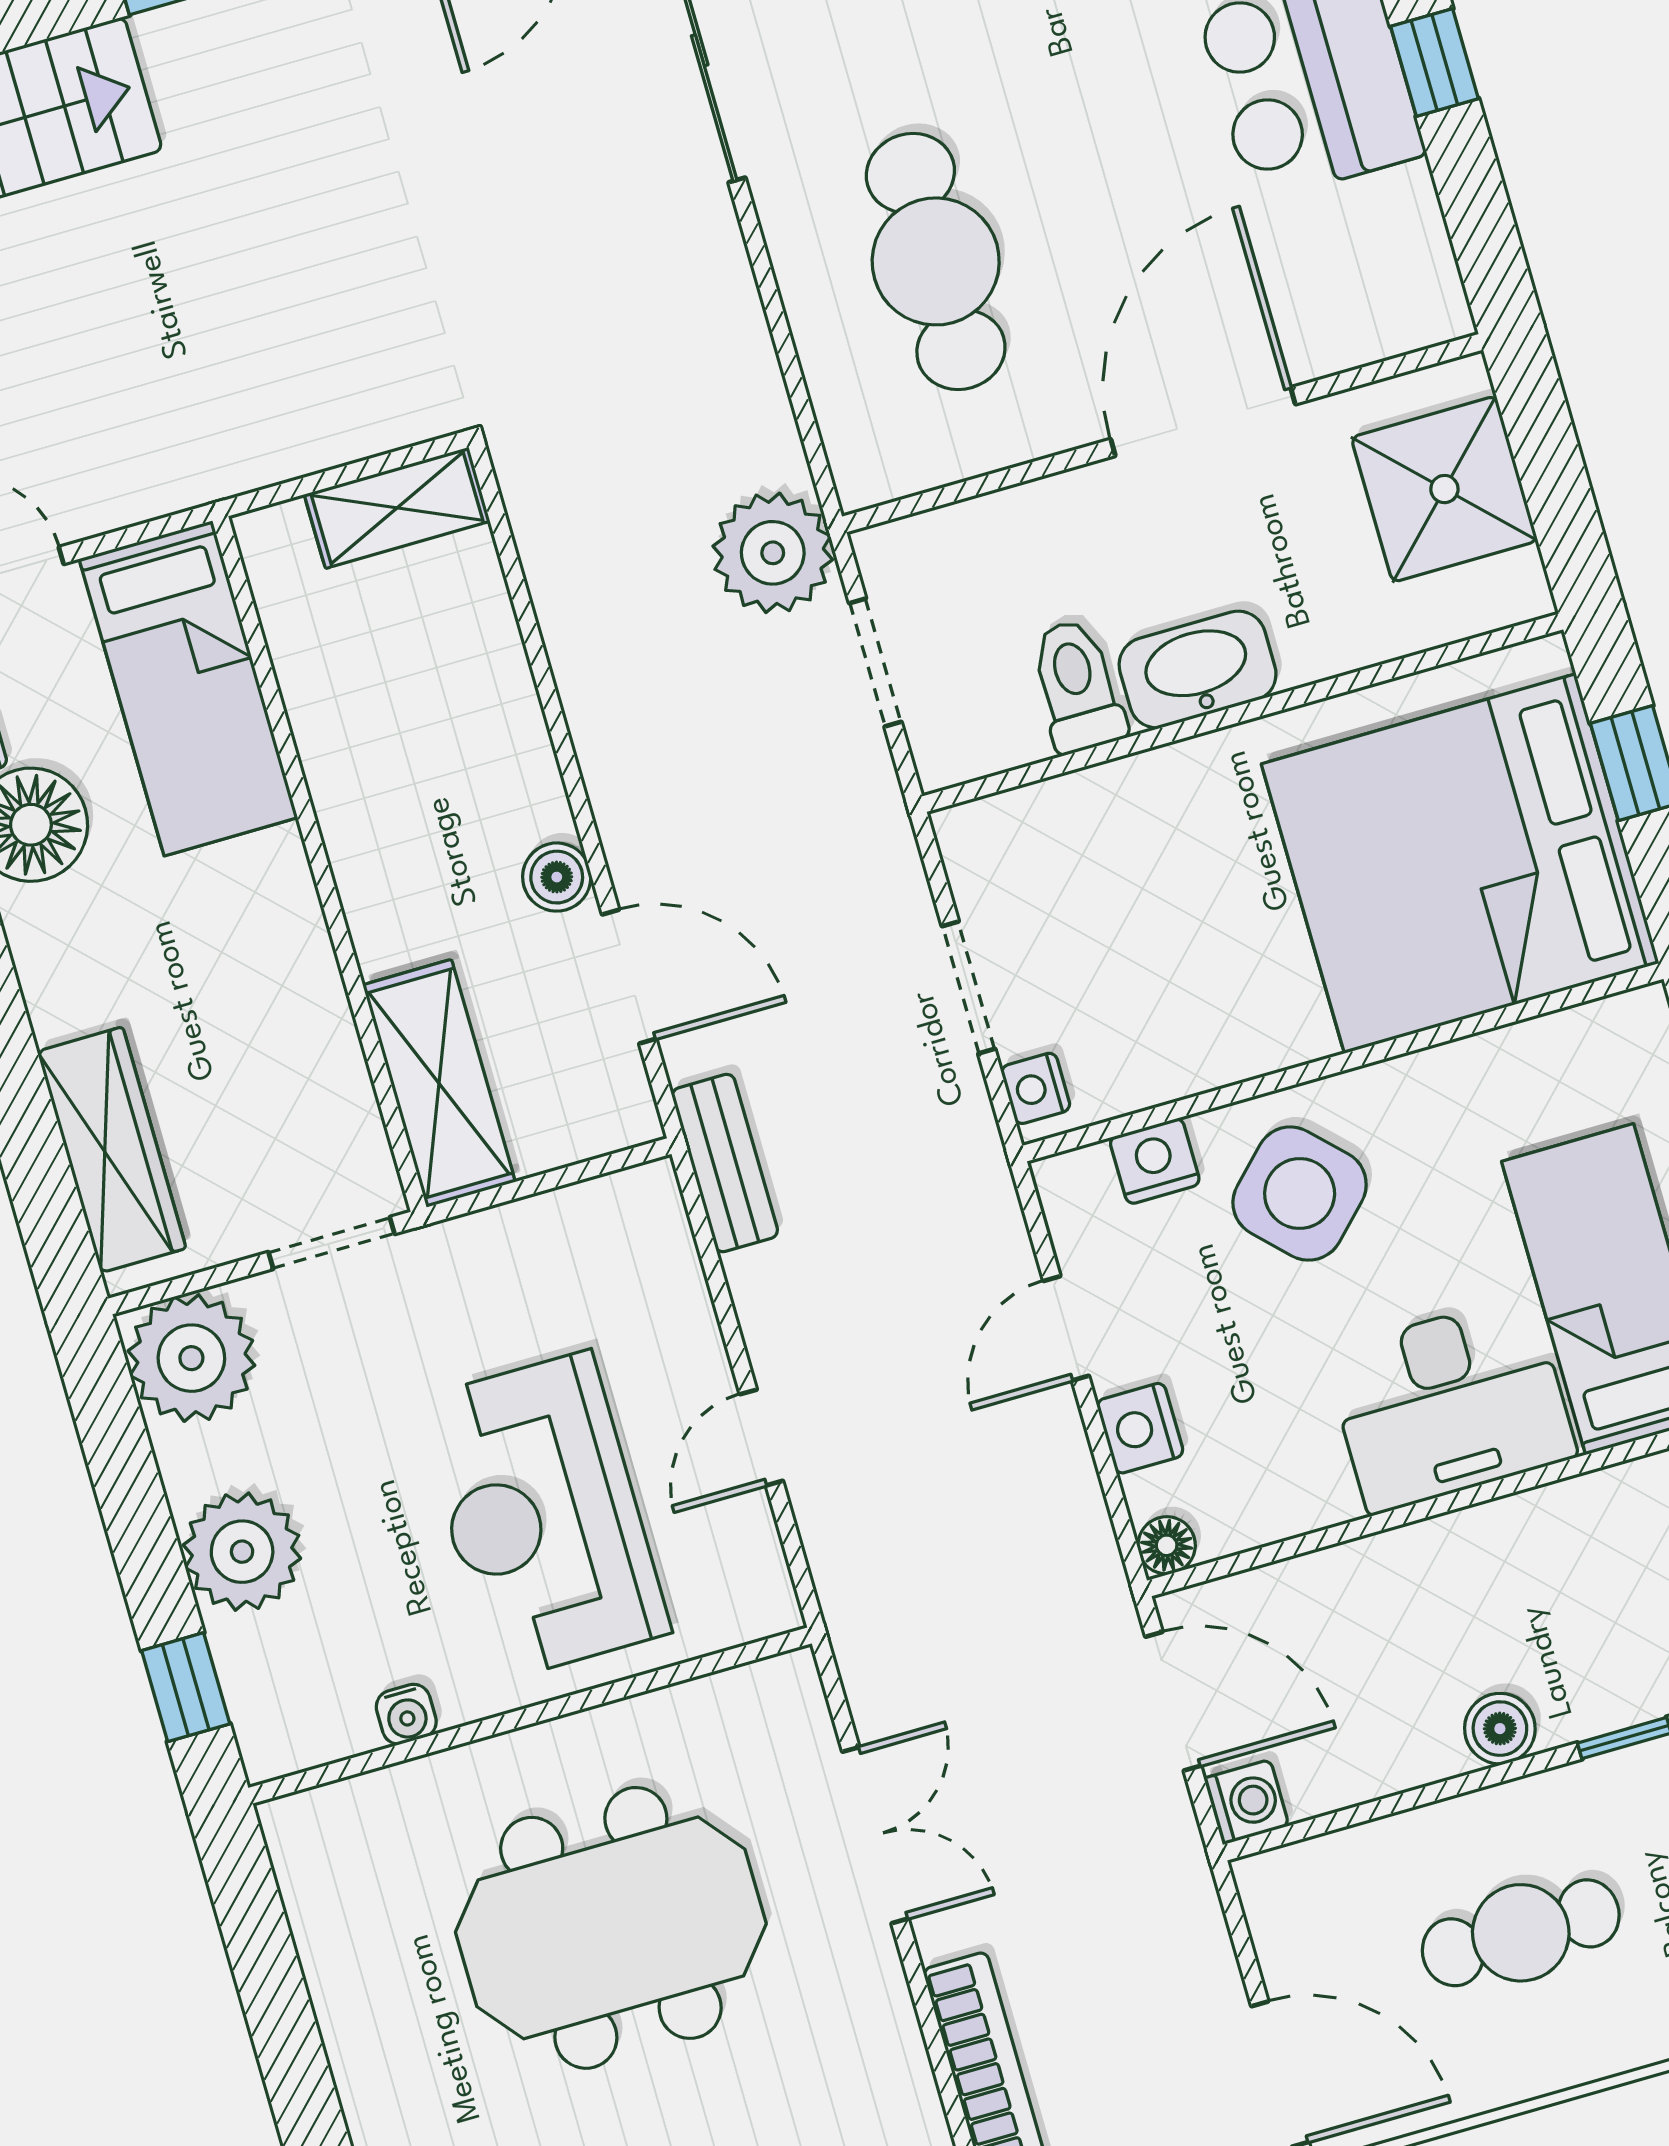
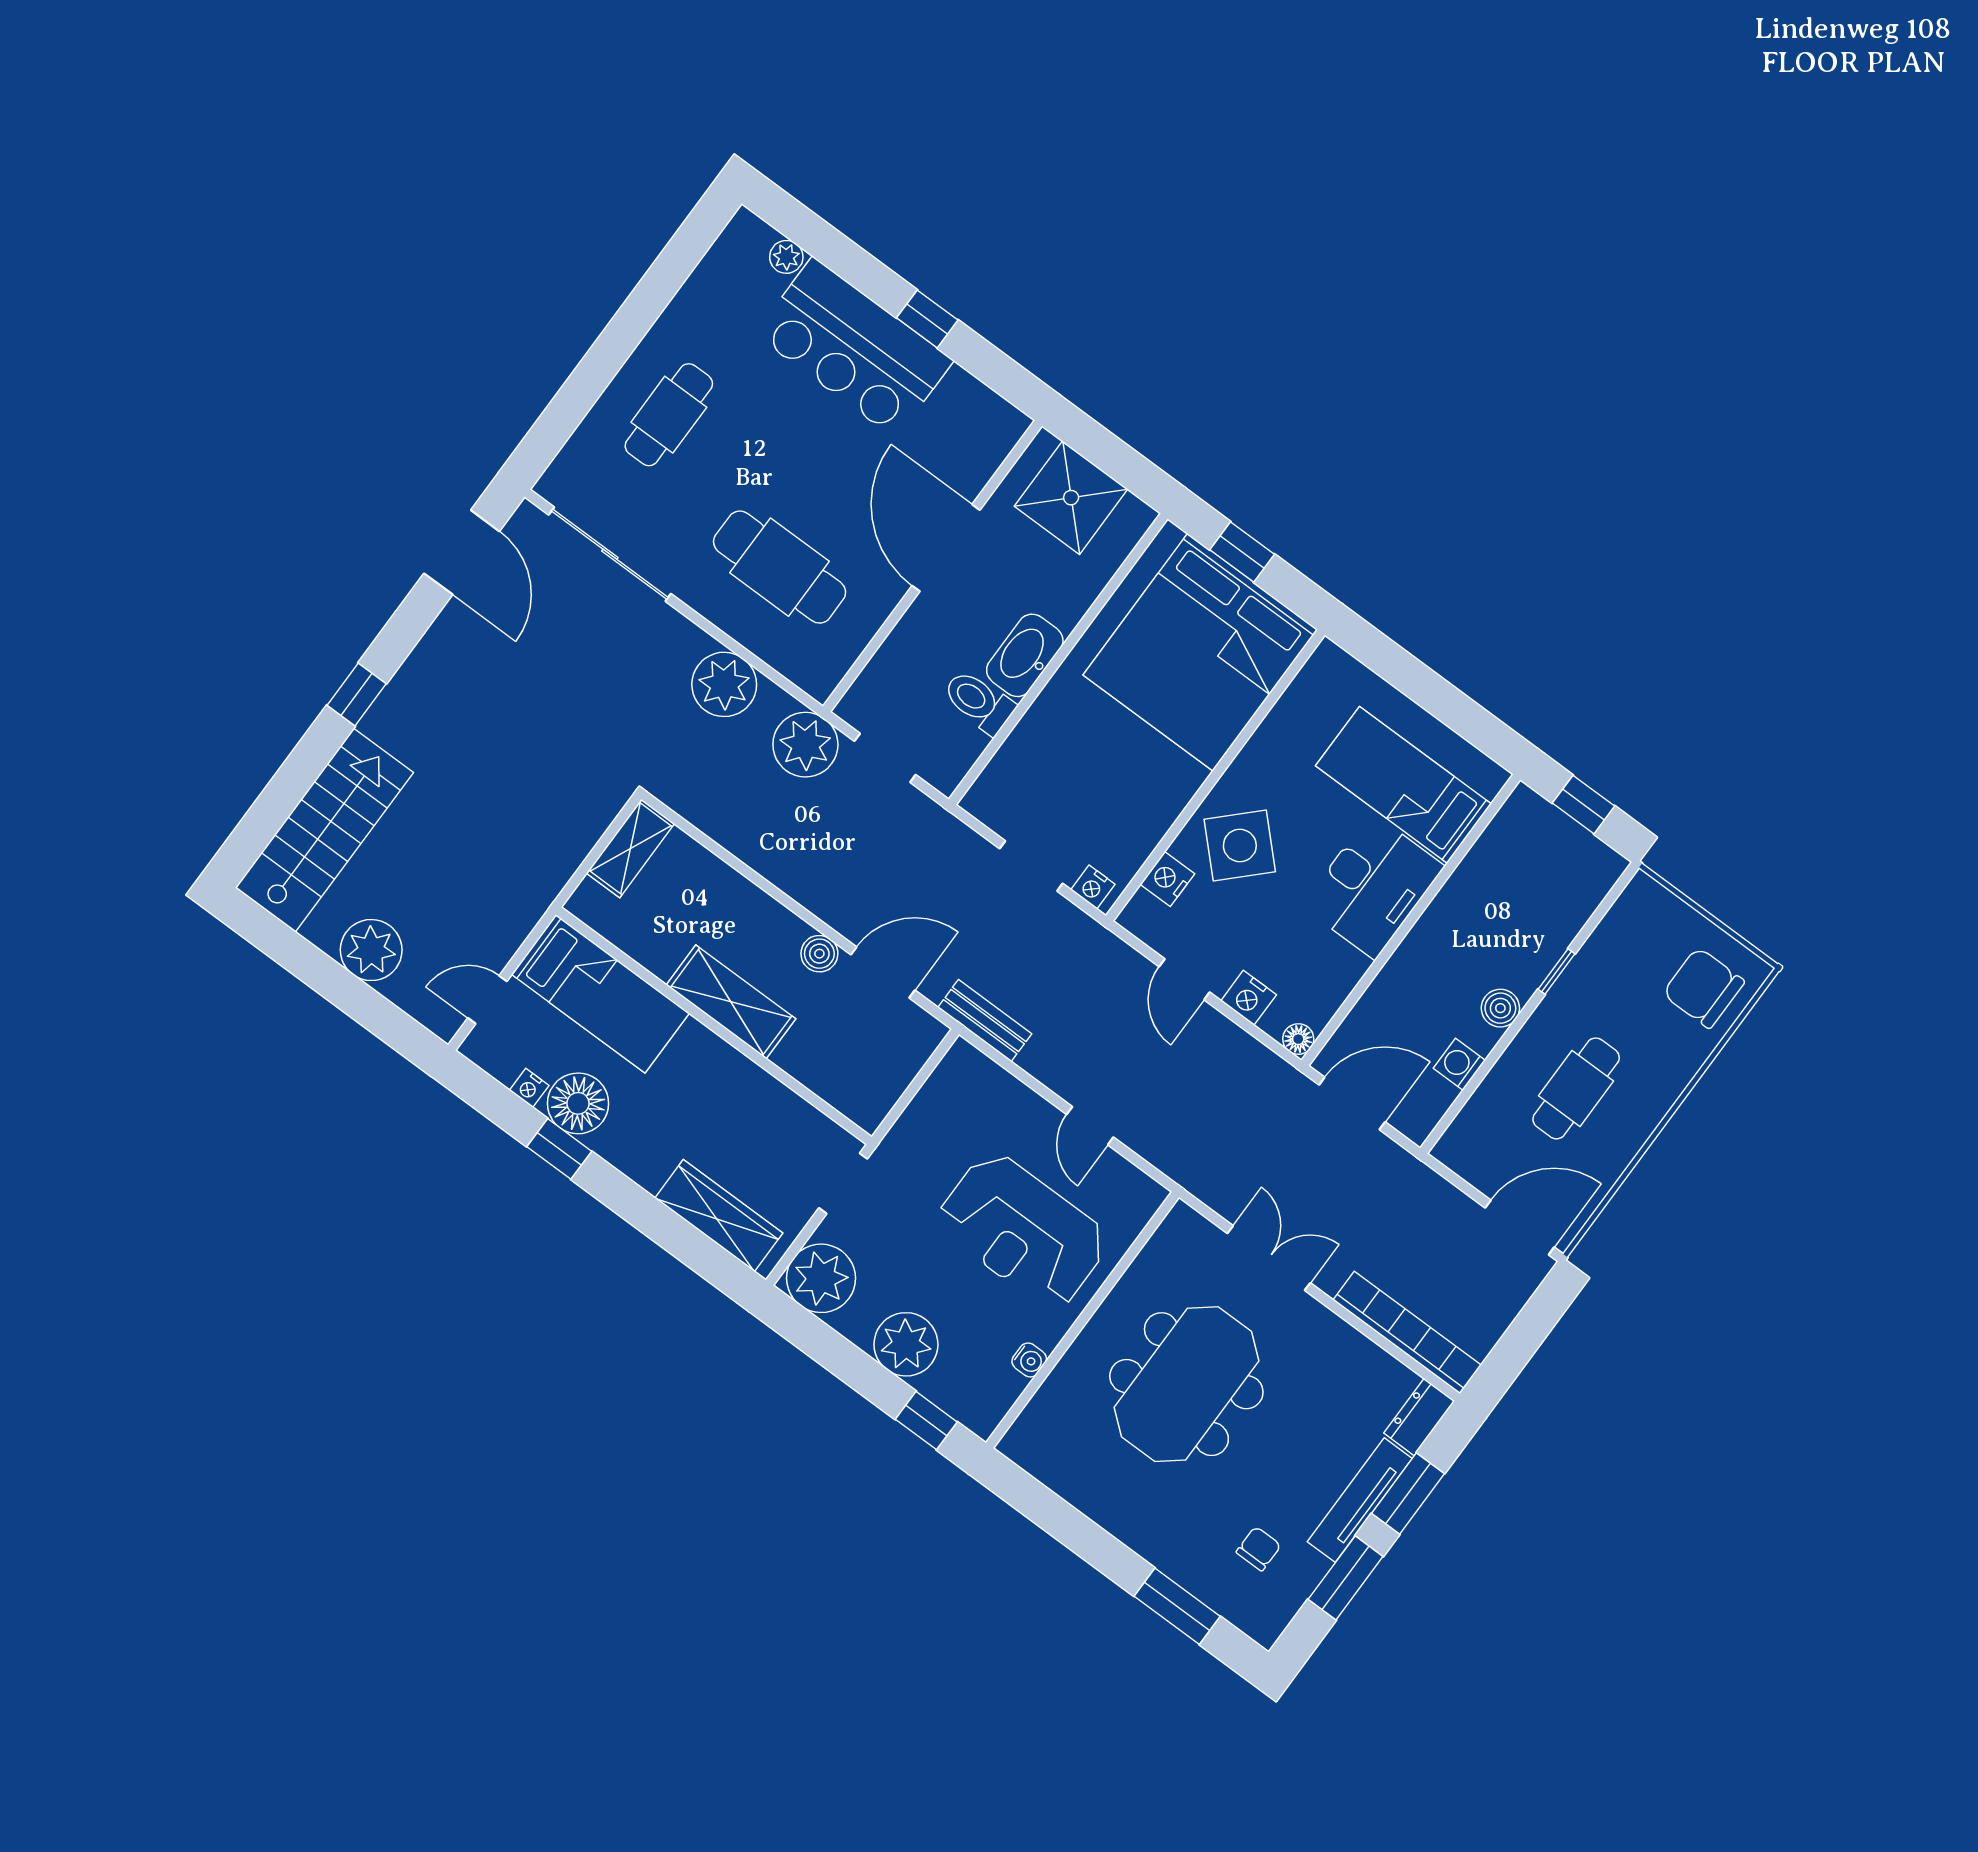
plant: (721, 372) -> (724, 684), added
shelving: (439, 1083) -> (731, 1002), moved
washing machine: (1246, 1802) -> (1459, 1064), moved, turned -90

